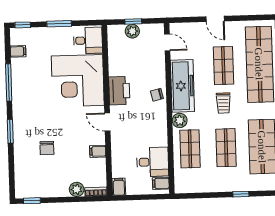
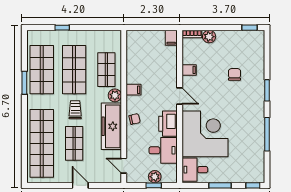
filing cabinet: (18, 51) -> (258, 162), removed
shop shelf: (226, 148) -> (74, 70), width x1.43, depth x1.36
desk: (153, 162) -> (163, 150), moved, turned 180
filing cabinet: (161, 183) -> (134, 90), moved

